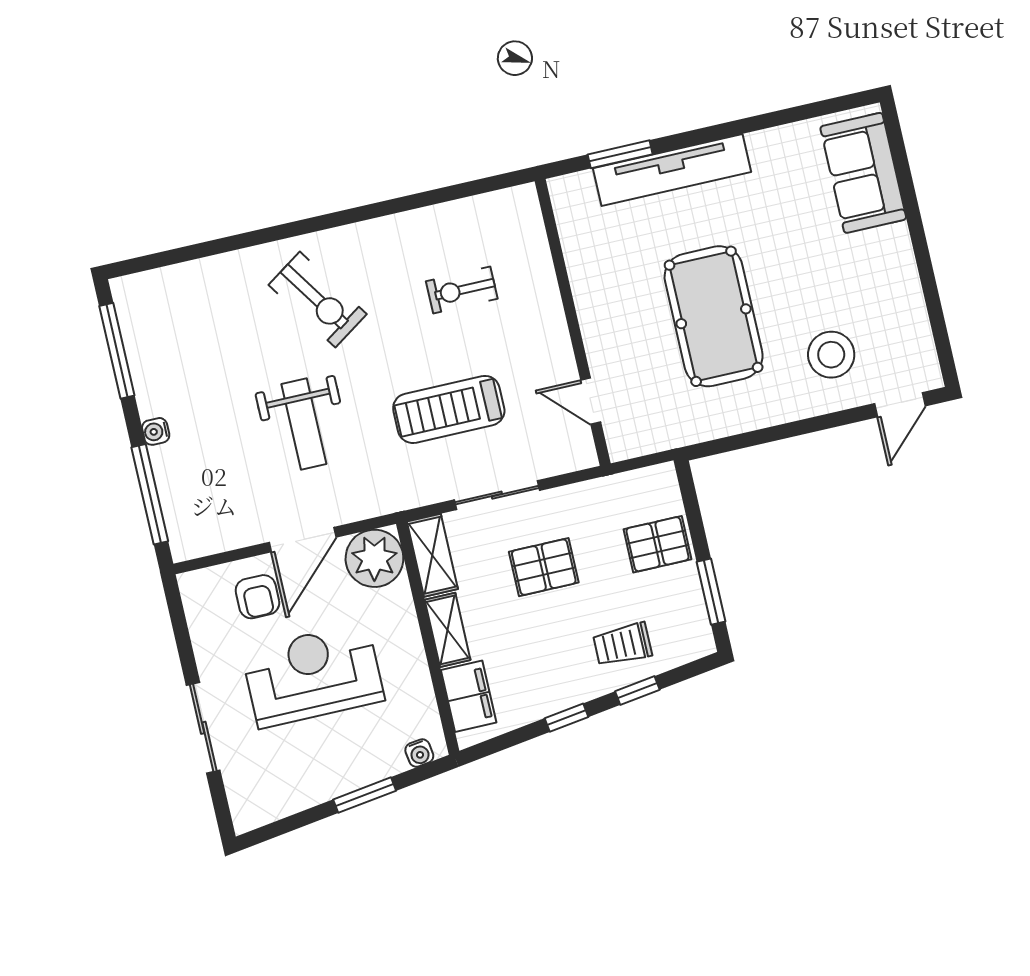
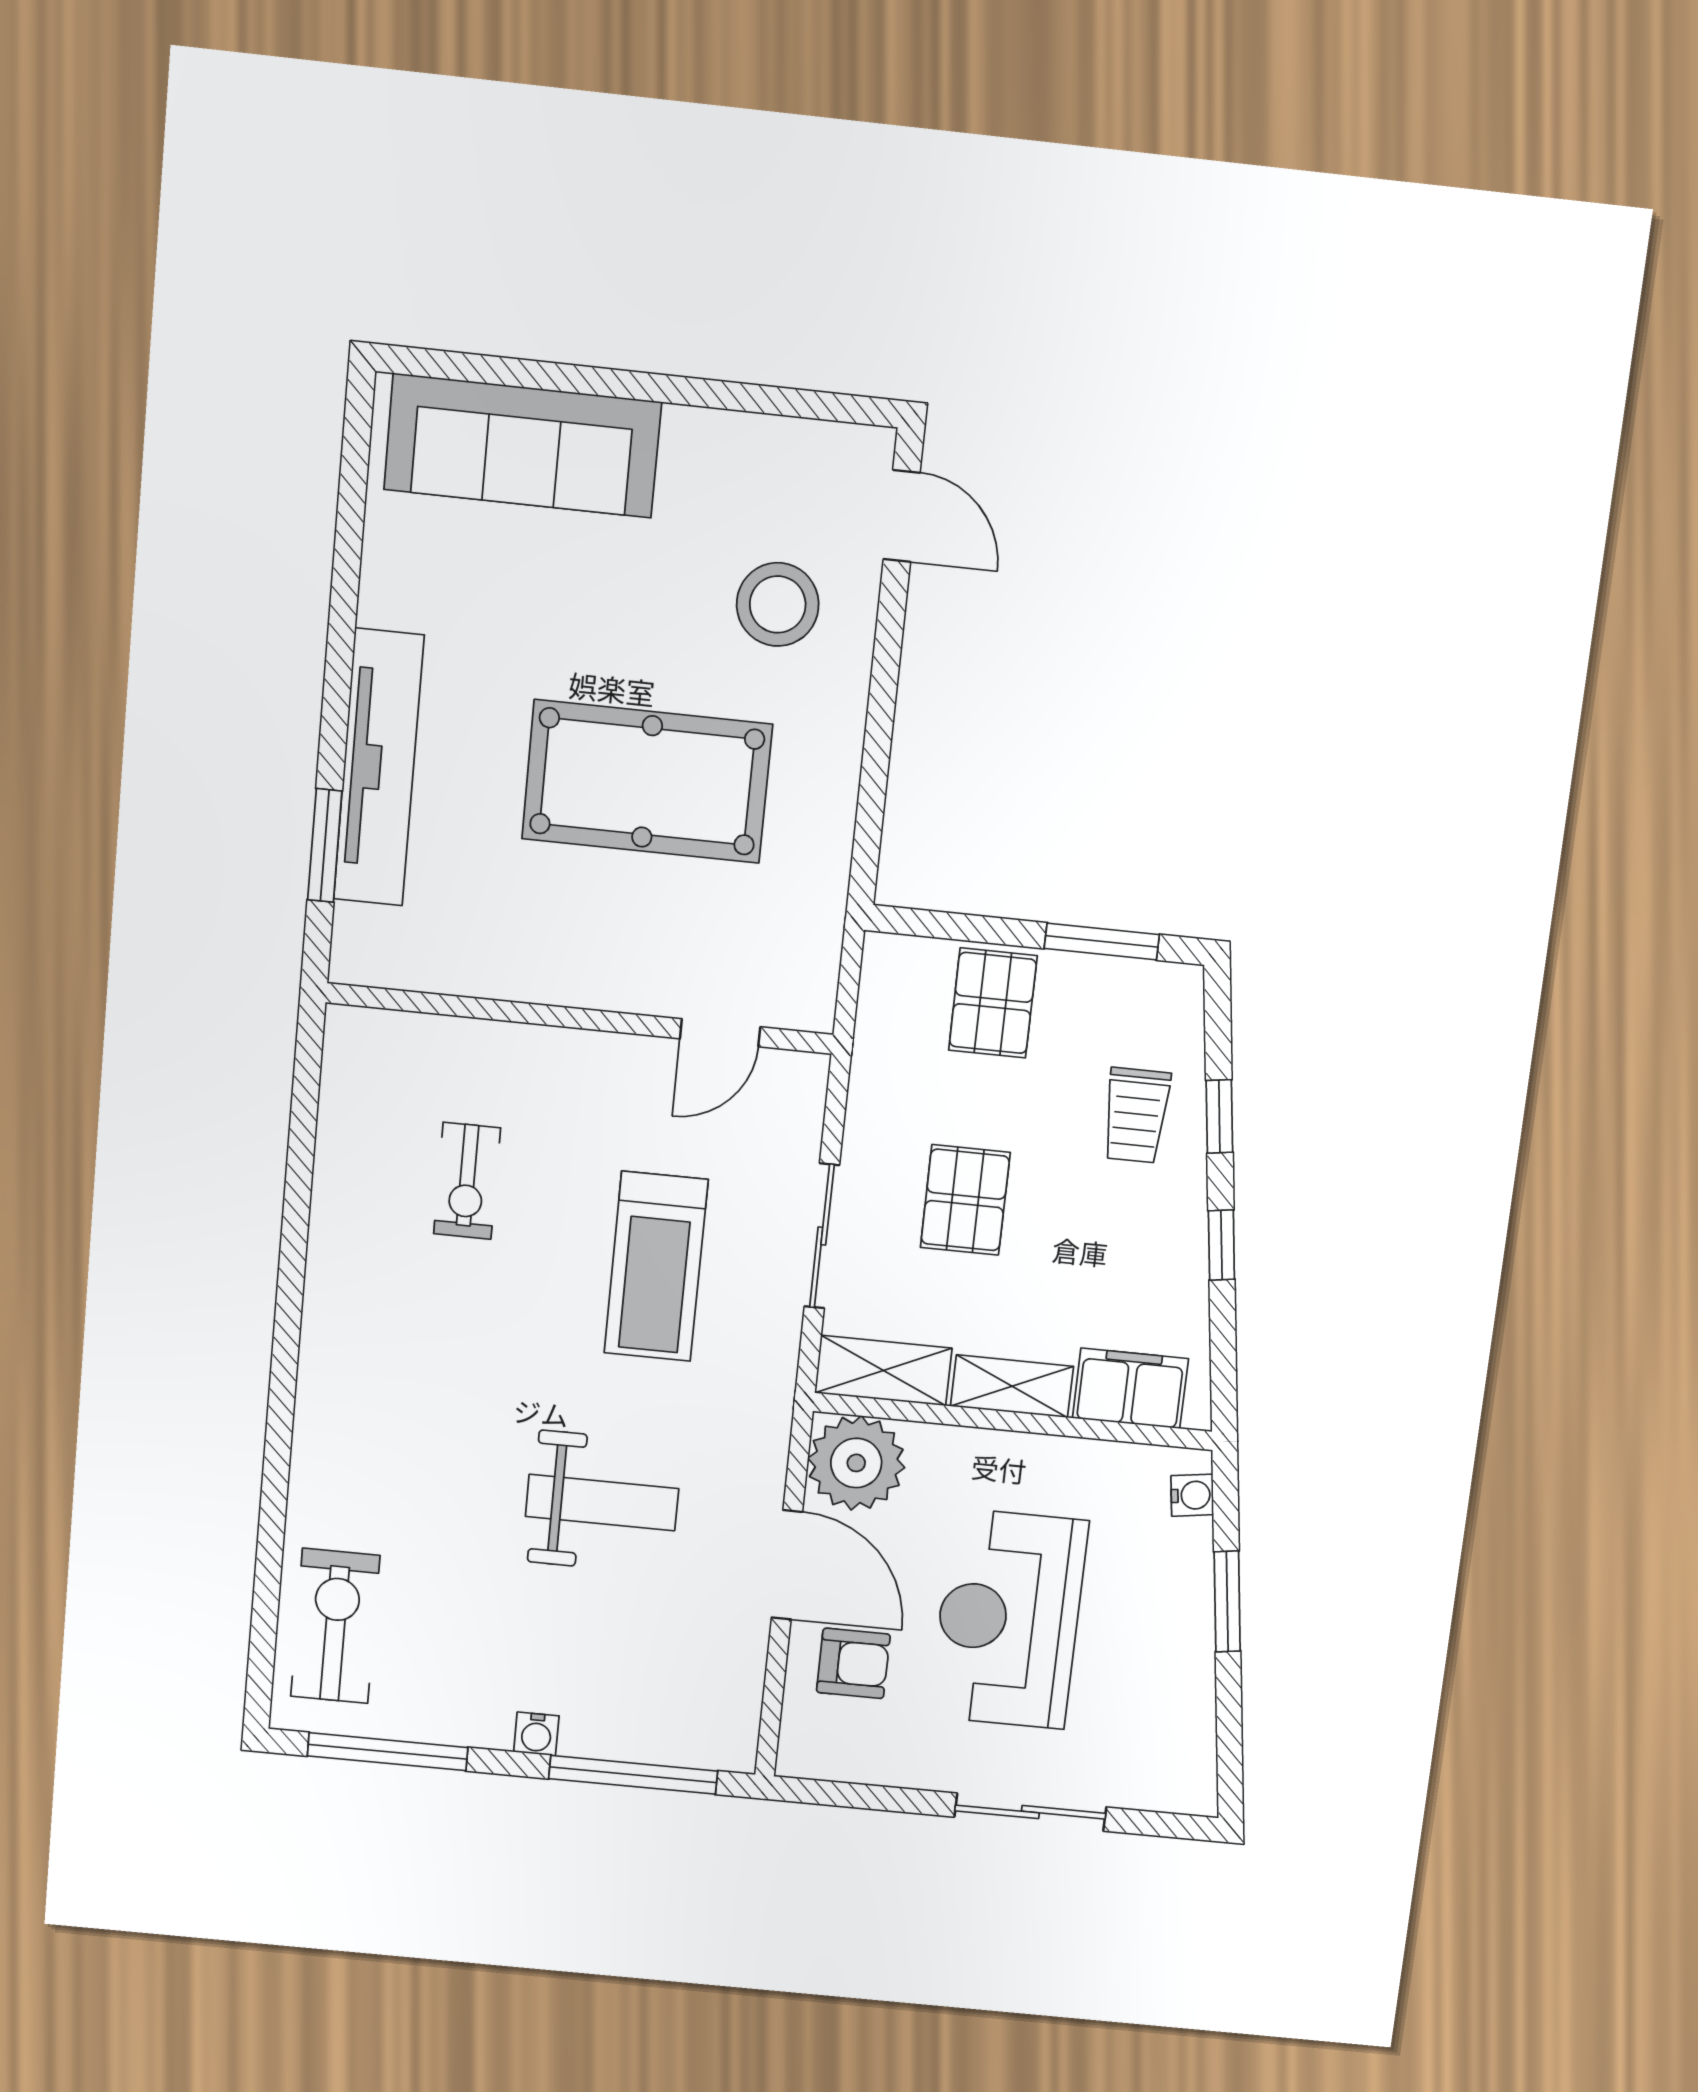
sofa: (863, 173) -> (523, 446), width x1.36
exercise bike: (318, 300) -> (335, 1626), moved, turned -56

